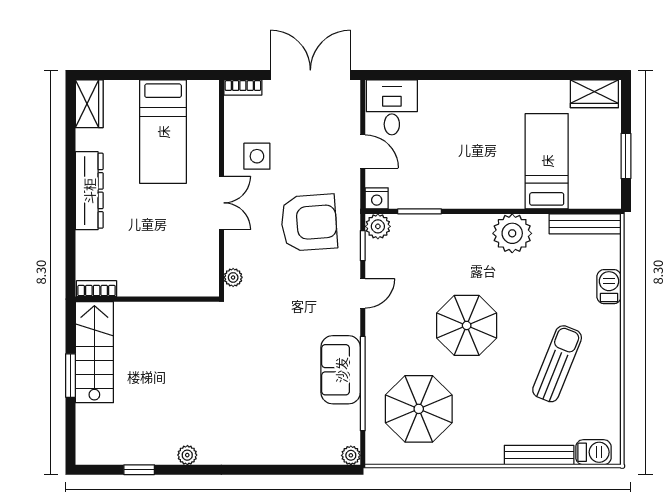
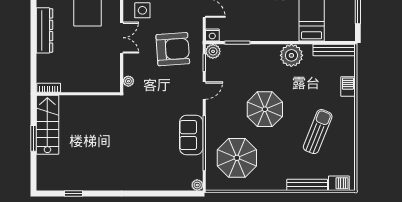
plant: (187, 455) -> (102, 185), removed

